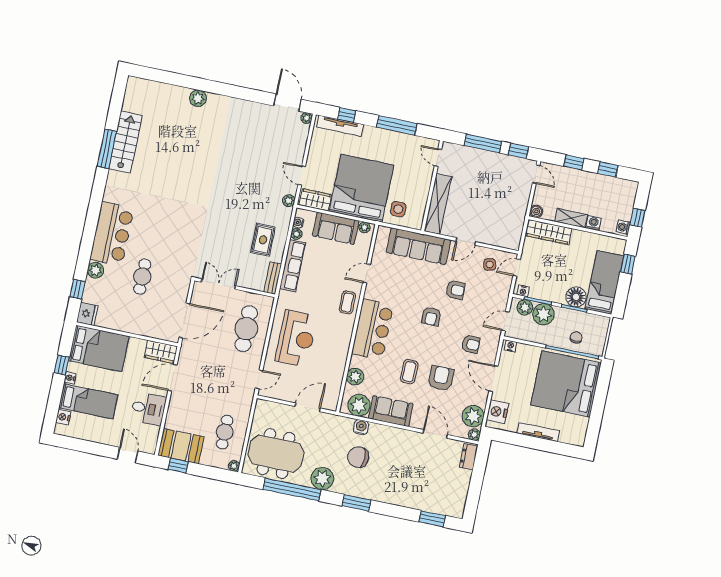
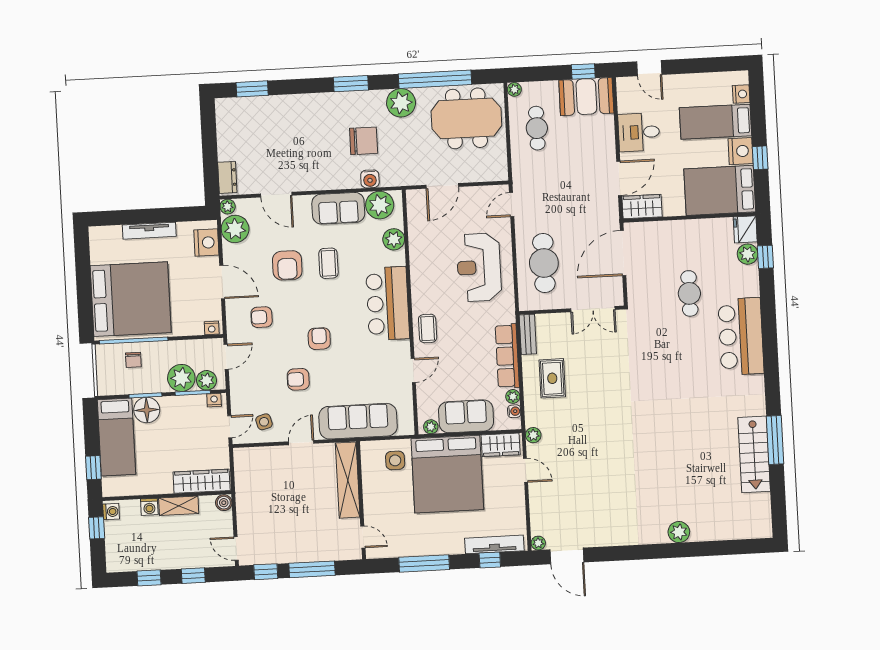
plant: (96, 270) -> (748, 254), moved
nightstand: (70, 378) -> (741, 151), width x1.89, depth x1.79

